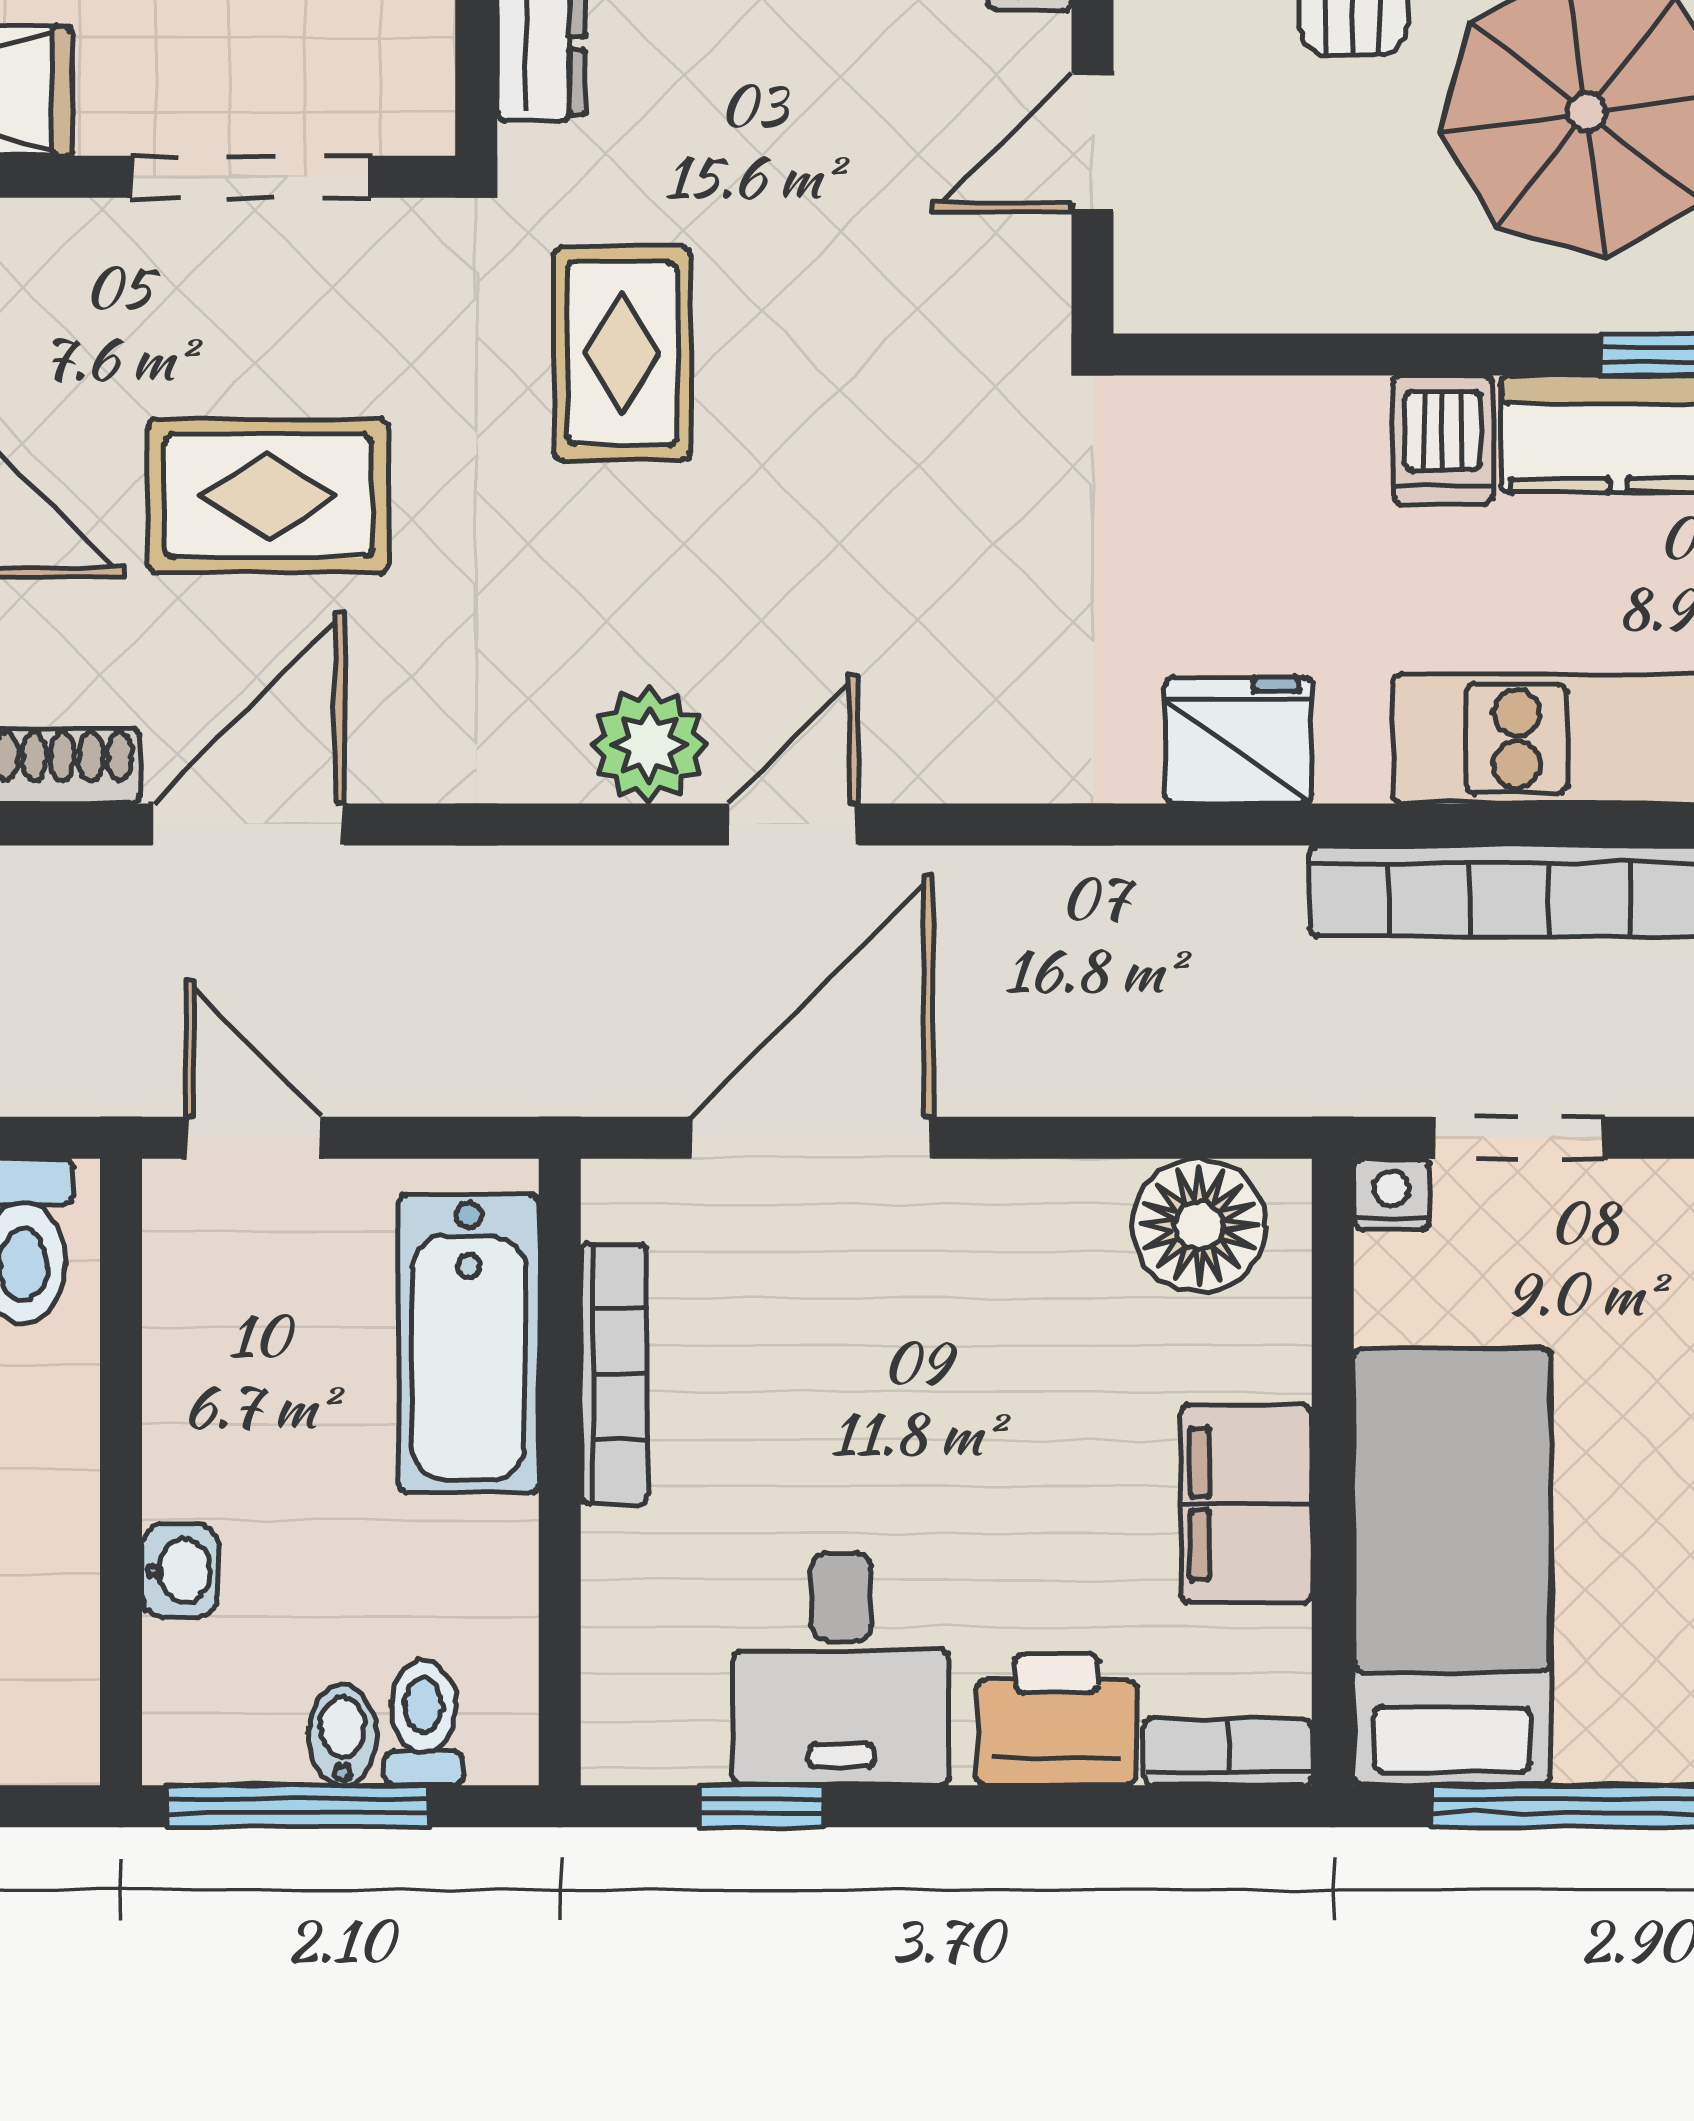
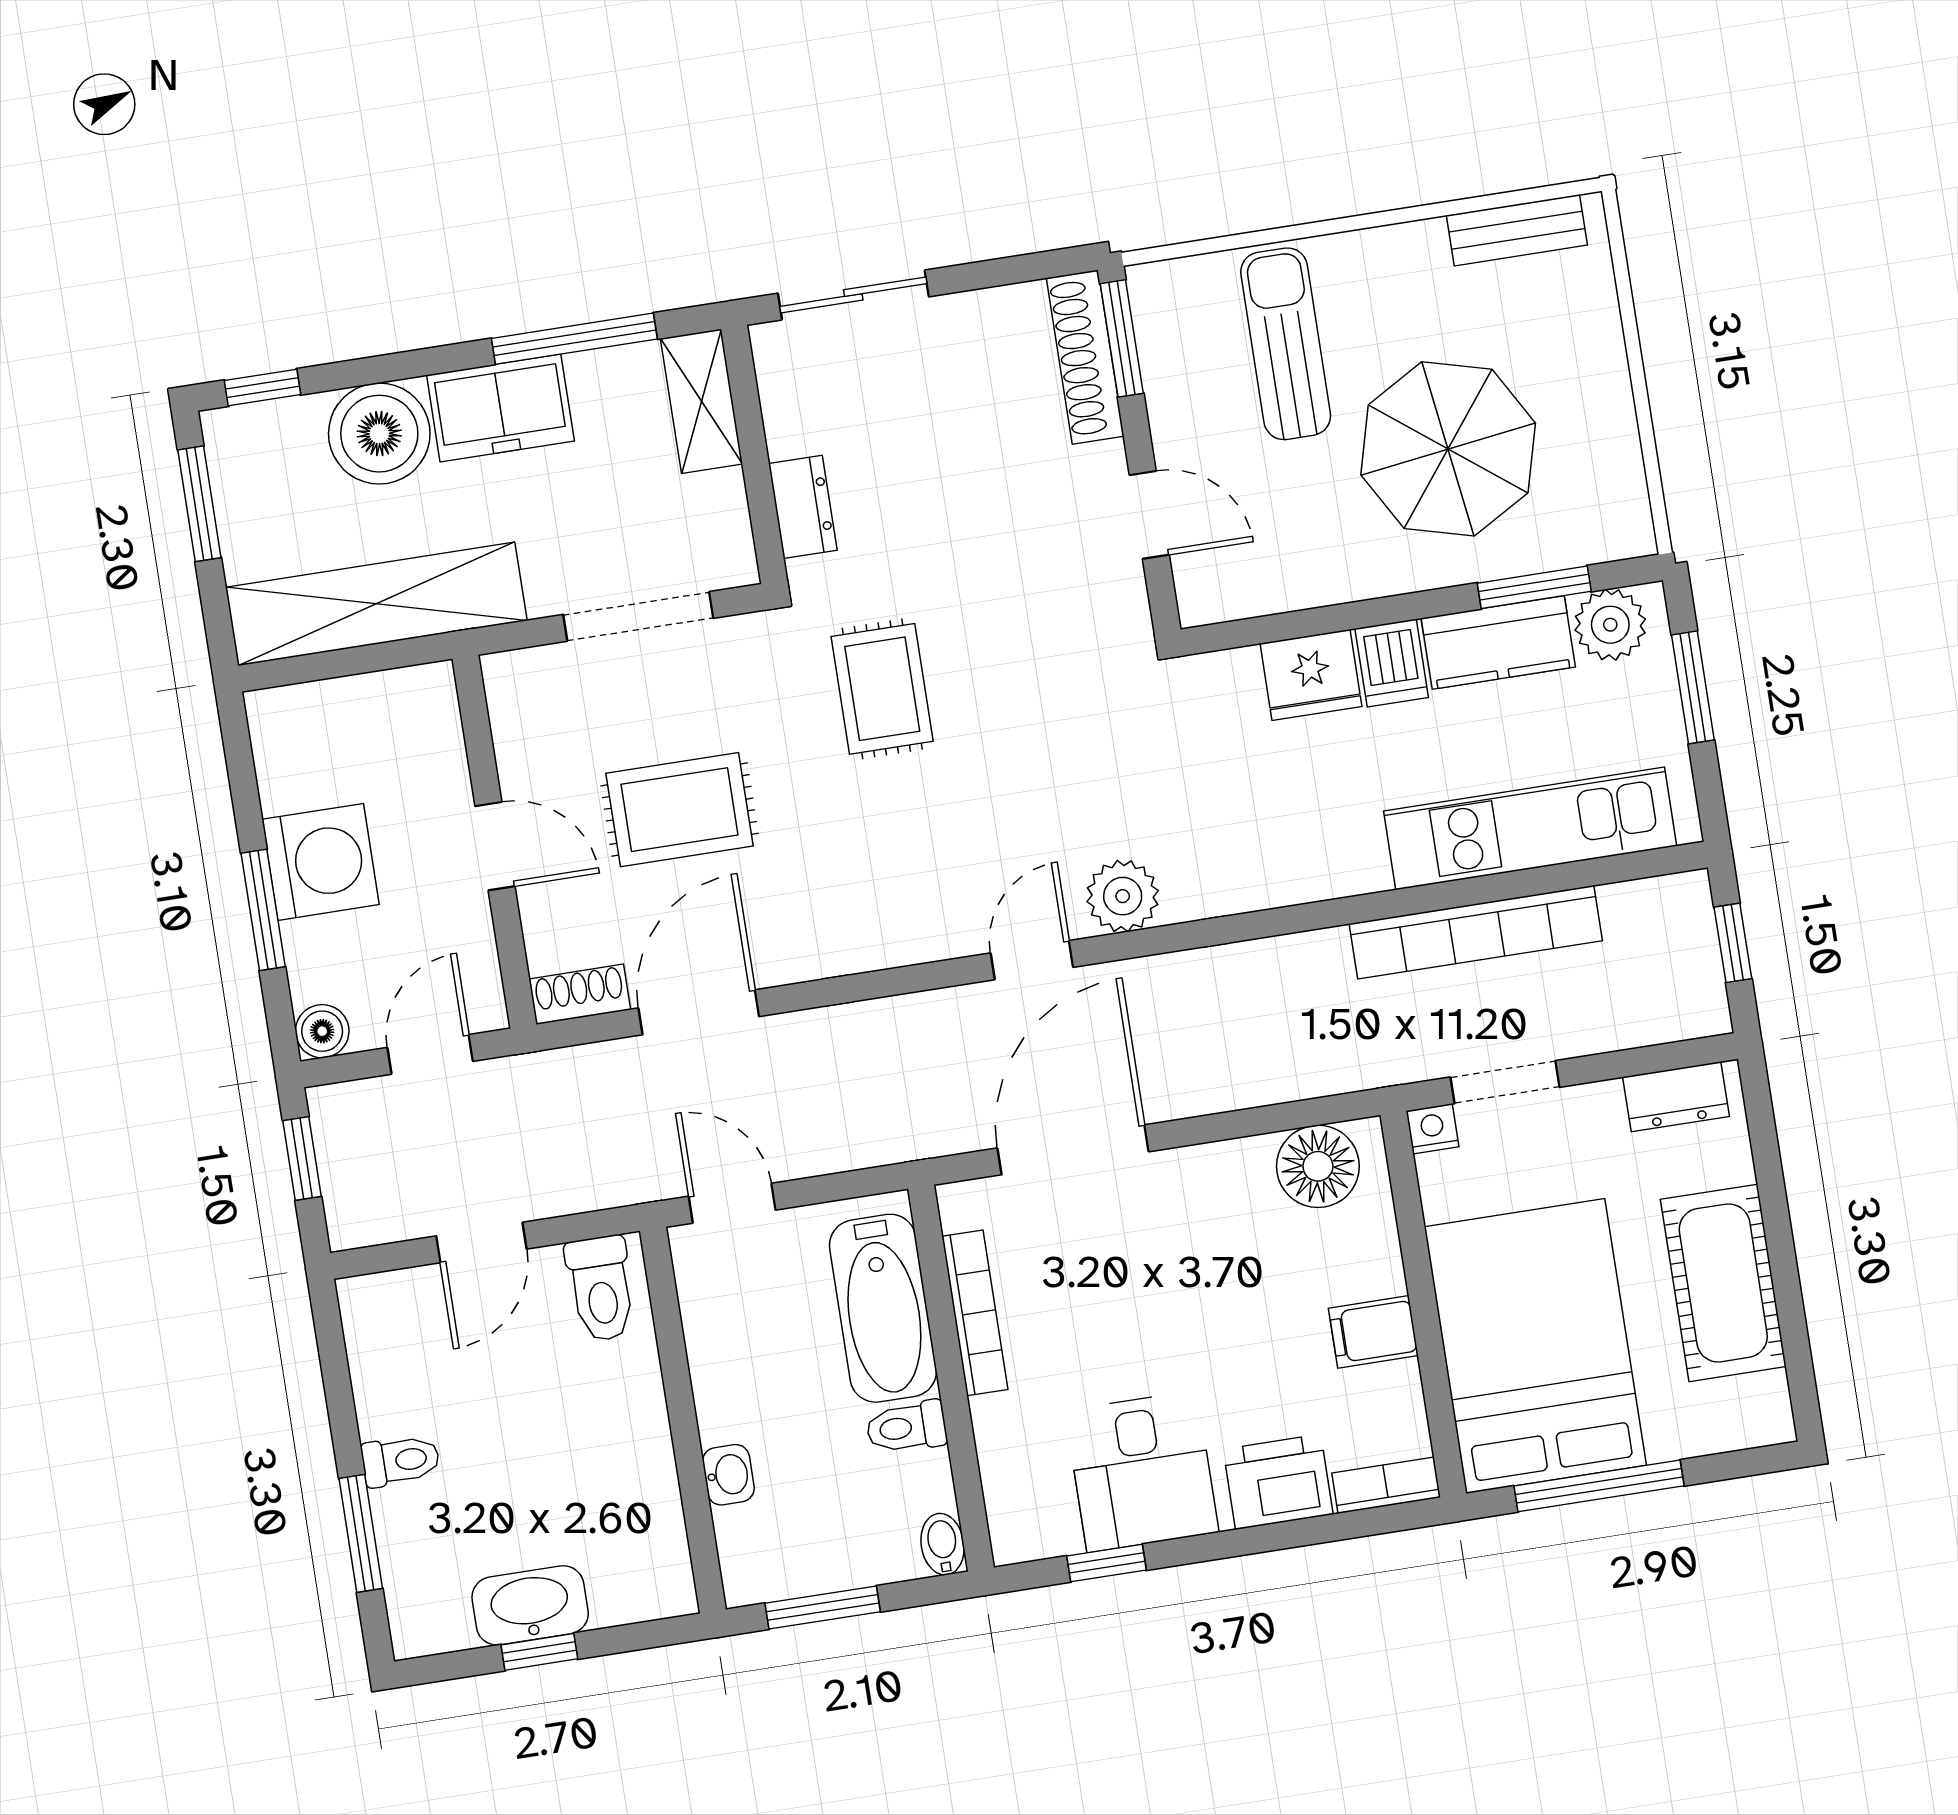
door: (1093, 143) -> (1149, 515), swing flipped
fridge: (1238, 740) -> (1311, 675), moved, turned 180
plant: (649, 745) -> (1123, 896), moved
filing cabinet: (1246, 1504) -> (1373, 1332), width x0.50
bed: (1452, 1567) -> (1535, 1346), width x1.50
toilet: (424, 1723) -> (906, 1427), moved, turned -90
bidet: (343, 1735) -> (943, 1544), moved
window: (297, 1806) -> (823, 1608), width x0.69

